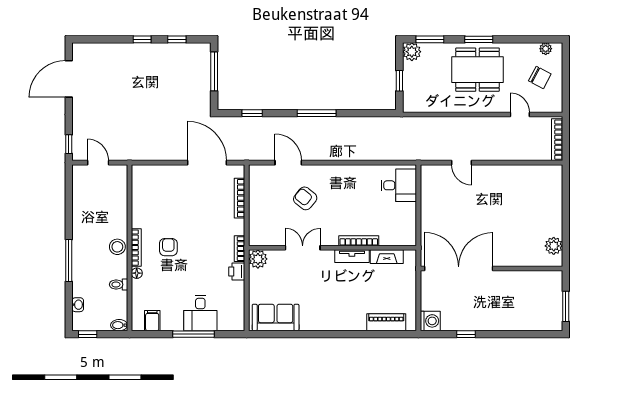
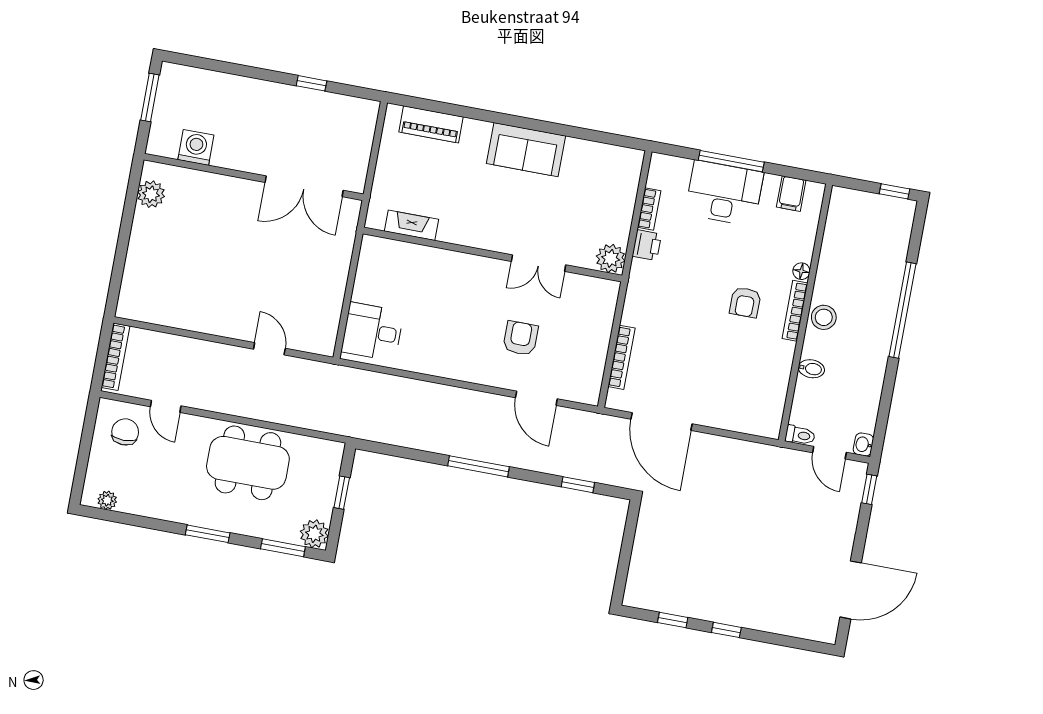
dining table: (478, 70) -> (248, 463), moved
window: (214, 71) -> (624, 560), removed
chair: (540, 77) -> (125, 432), moved, turned 62
armchair: (305, 198) -> (520, 338), turned -129
bookcase: (359, 241) -> (450, 258), removed
bookcase: (240, 249) -> (649, 209), moved
tv unit: (352, 256) -> (465, 236), removed
window: (69, 260) -> (903, 310), width x1.46
double door: (459, 269) -> (304, 186), width x0.73
toilet: (118, 284) -> (800, 435), moved
washbasin: (78, 305) -> (863, 444), moved
desk: (200, 313) -> (724, 193), width x1.37
sofa: (276, 317) -> (526, 150), moved
washing machine: (430, 321) -> (196, 147), moved, turned 90
bidet: (119, 325) -> (811, 369), moved

